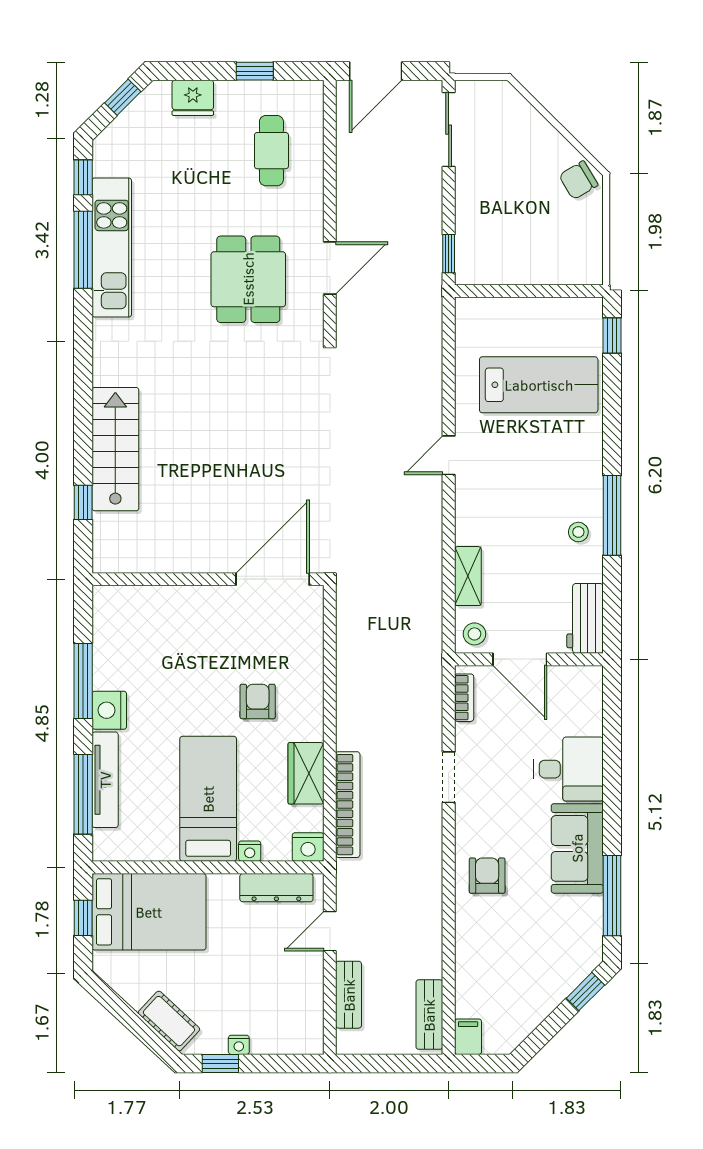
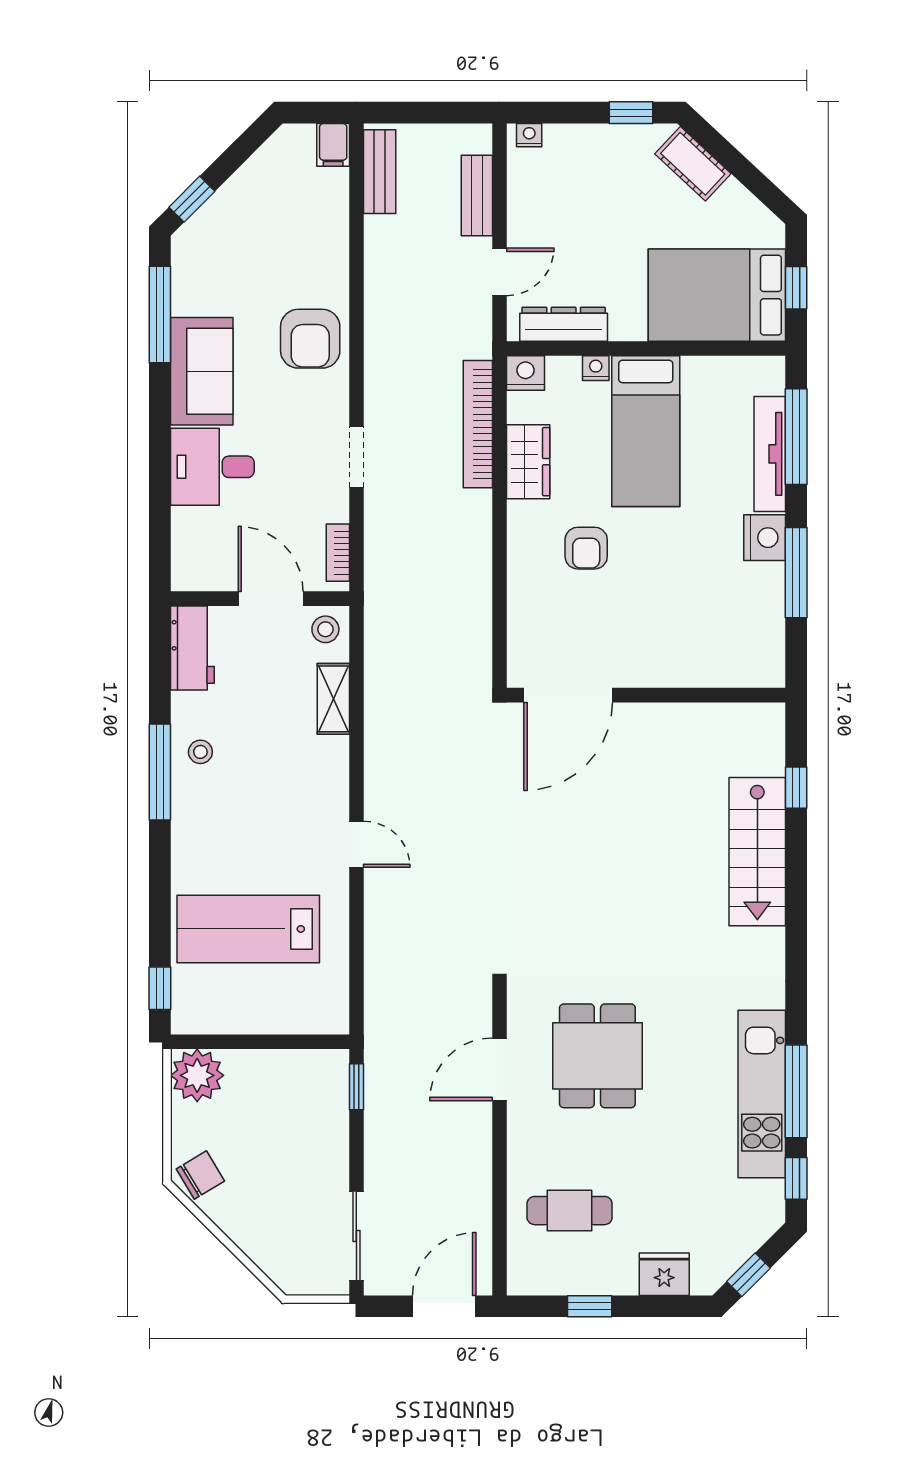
cafe table: (271, 151) -> (570, 1211), turned 90
plant: (581, 263) -> (197, 1075), added
door: (449, 455) -> (356, 844), hinge flipped
armchair: (487, 876) -> (310, 339), width x1.38, depth x1.38
nightstand: (239, 1045) -> (529, 135), moved

